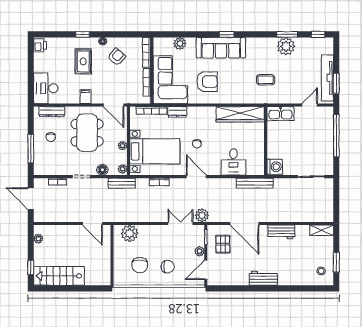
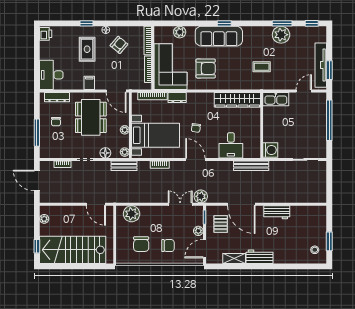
shelving: (322, 230) -> (234, 258), moved
stairs: (59, 276) -> (73, 250), width x1.36, depth x1.51

